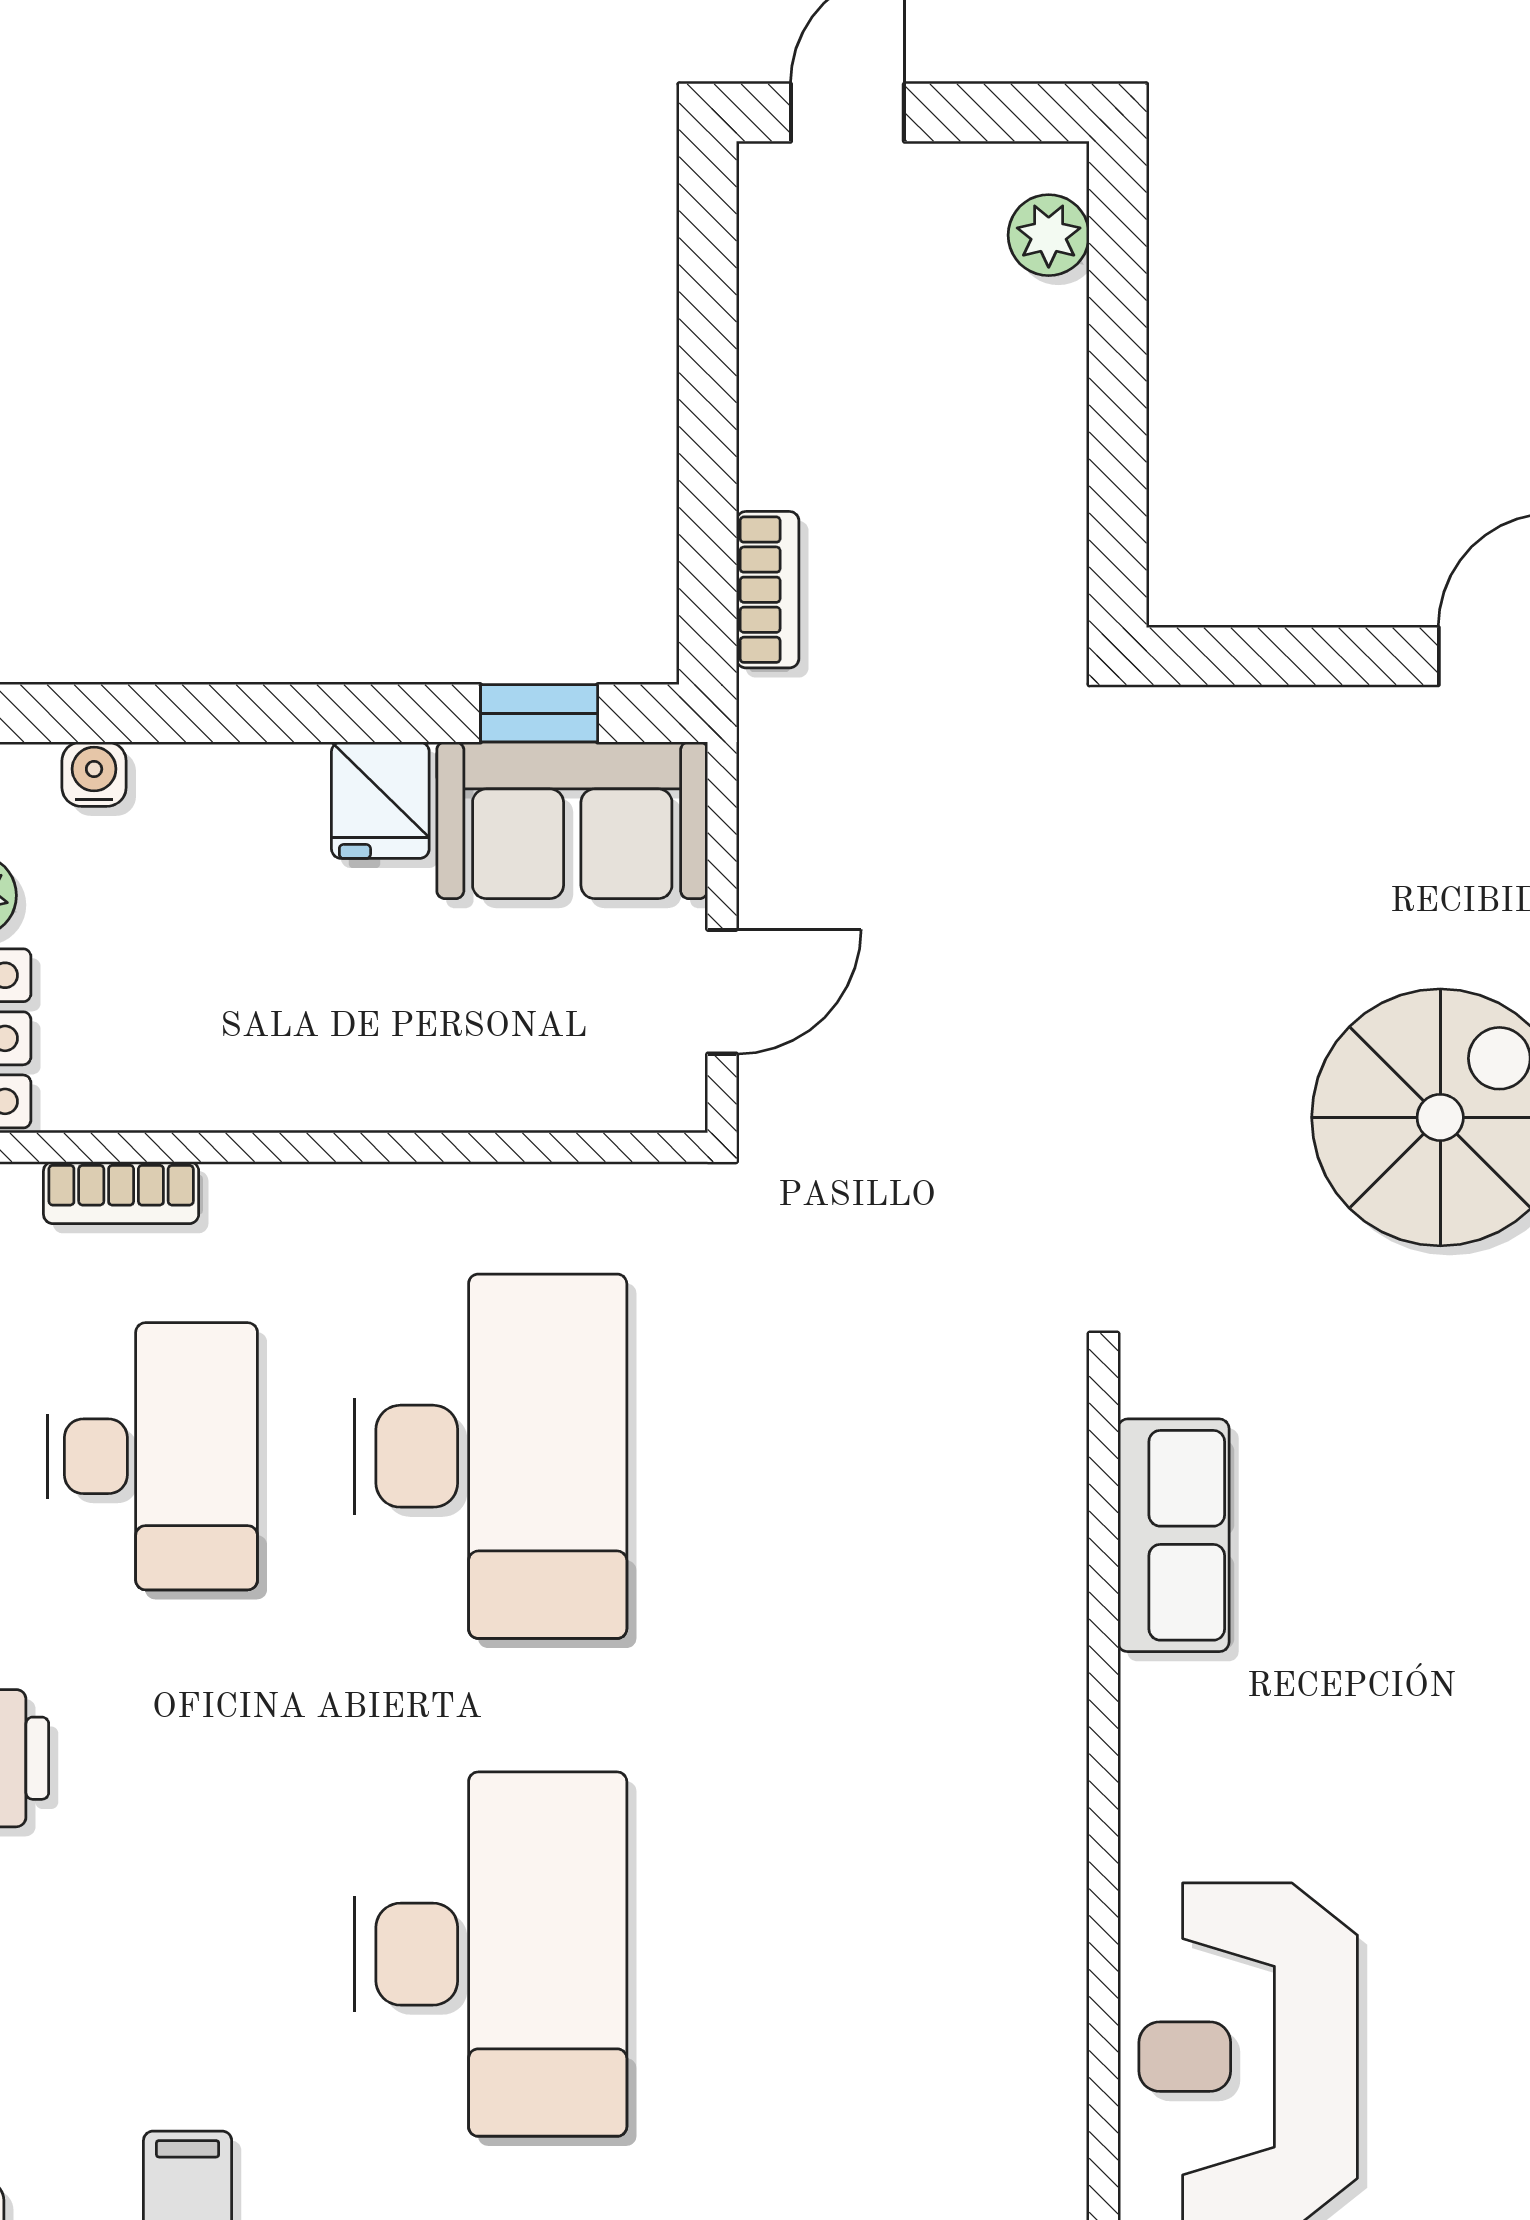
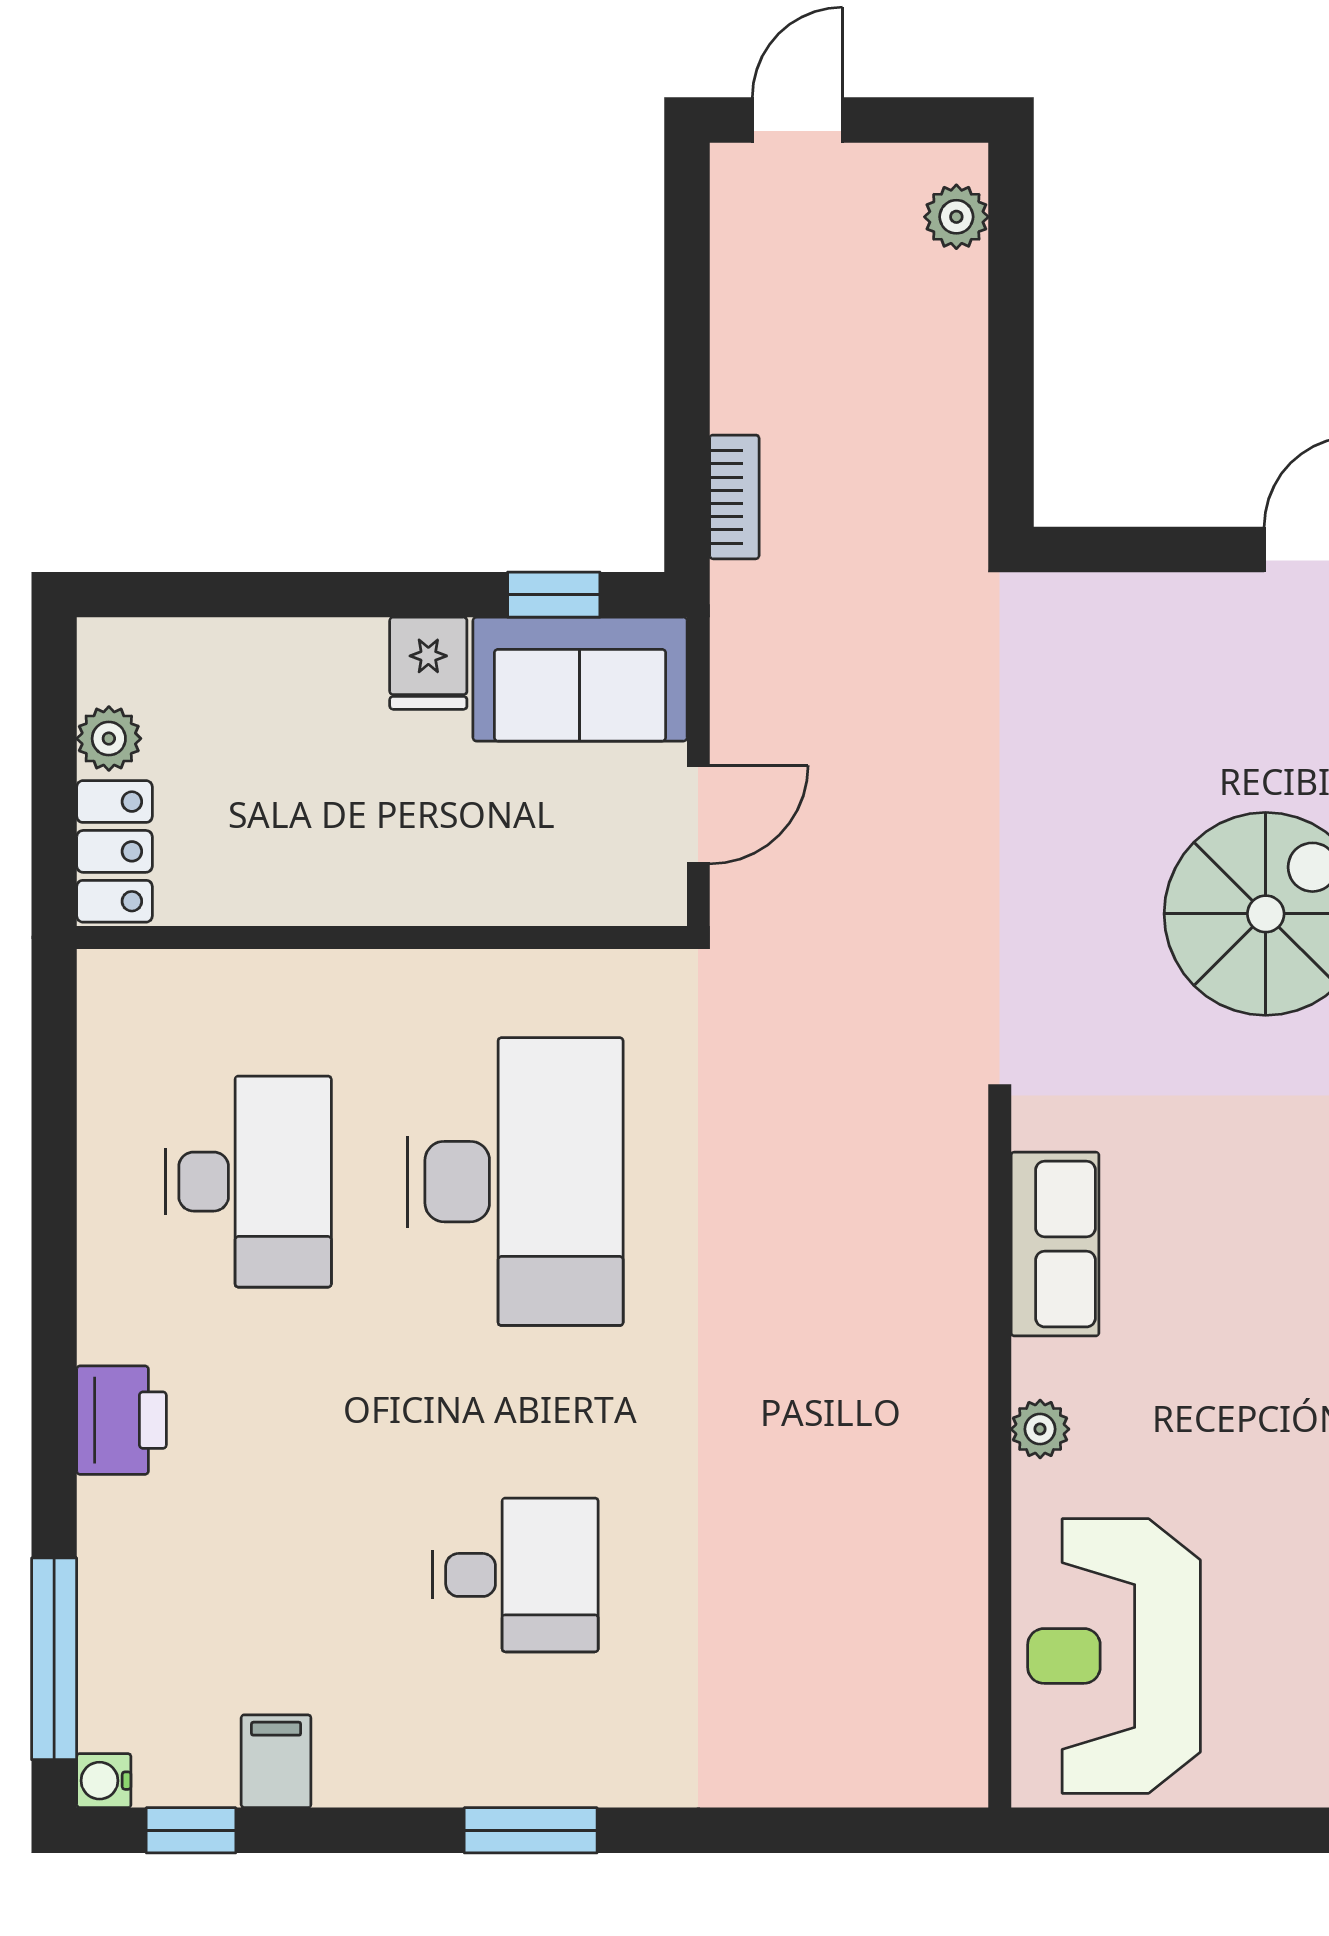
water cooler: (94, 774) -> (202, 643), removed
bookcase: (121, 1193) -> (224, 973), removed
plant: (1155, 1769) -> (1040, 1429), added
desk: (490, 1954) -> (515, 1575), width x0.53, depth x0.77

